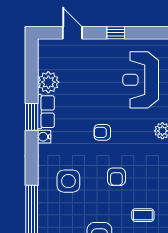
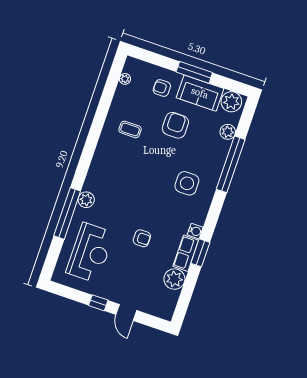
door: (72, 33) -> (126, 312), moved
armchair: (102, 132) -> (142, 238), moved
armchair: (116, 177) -> (142, 172), removed

